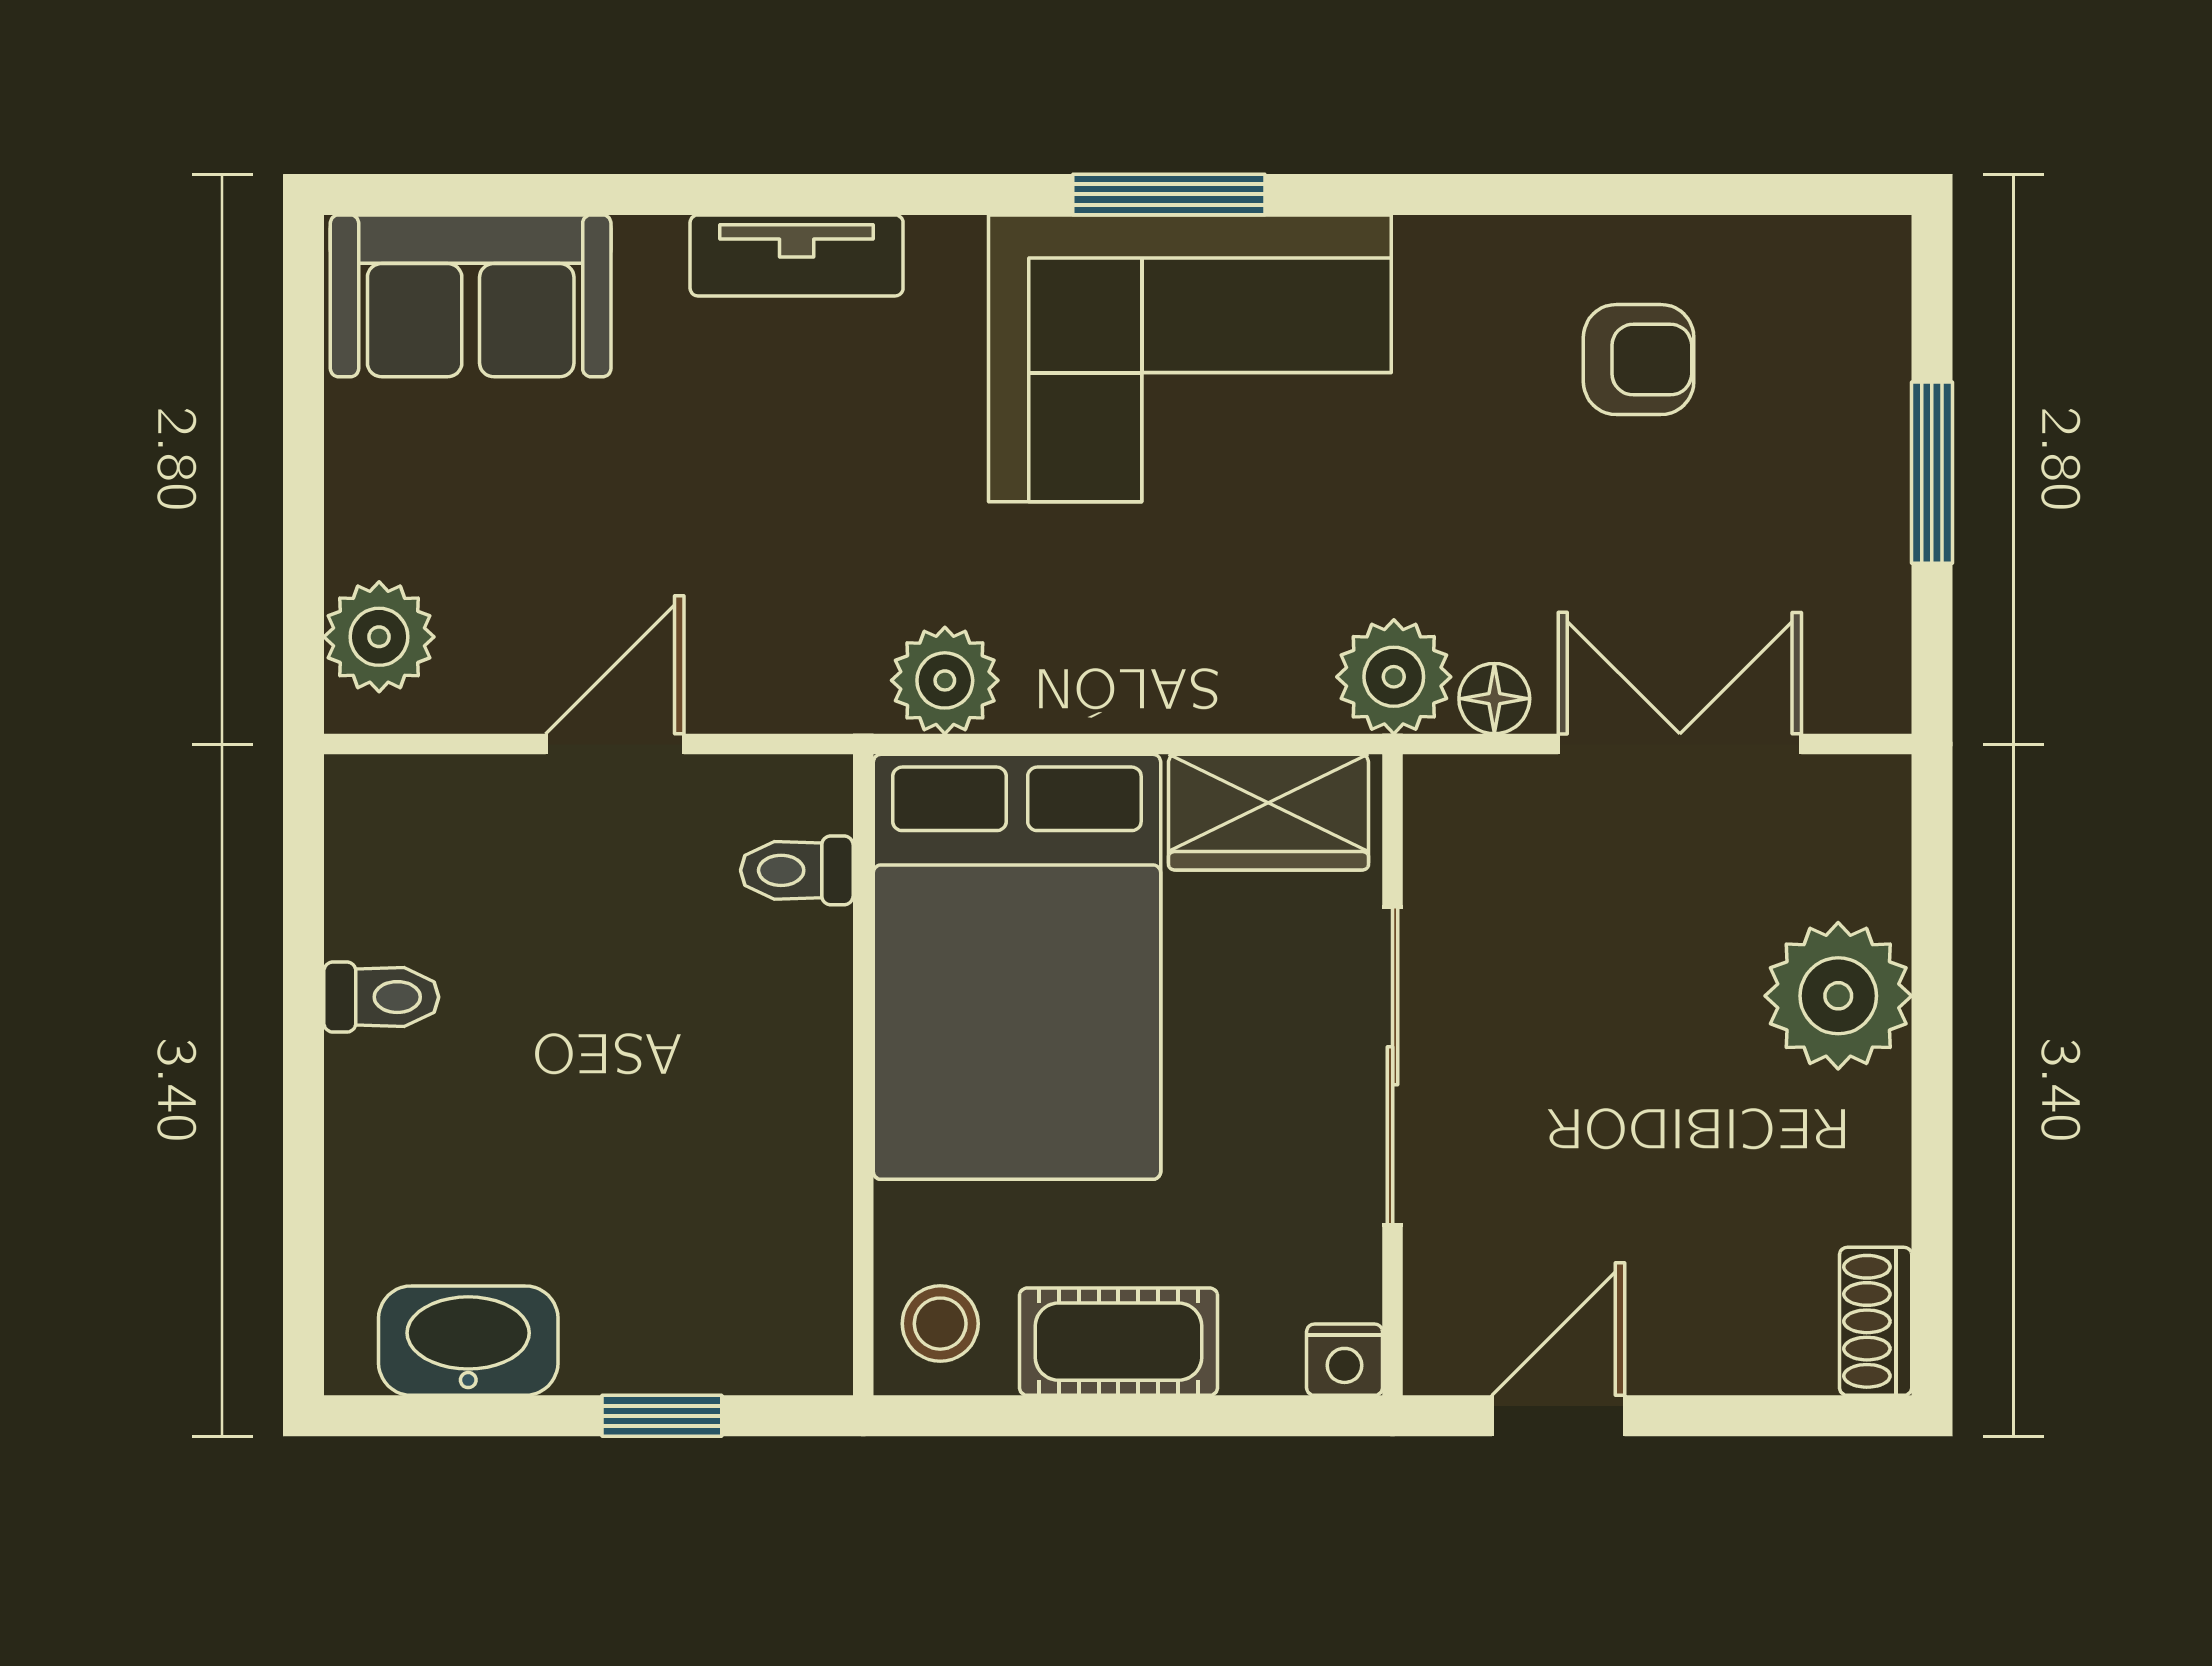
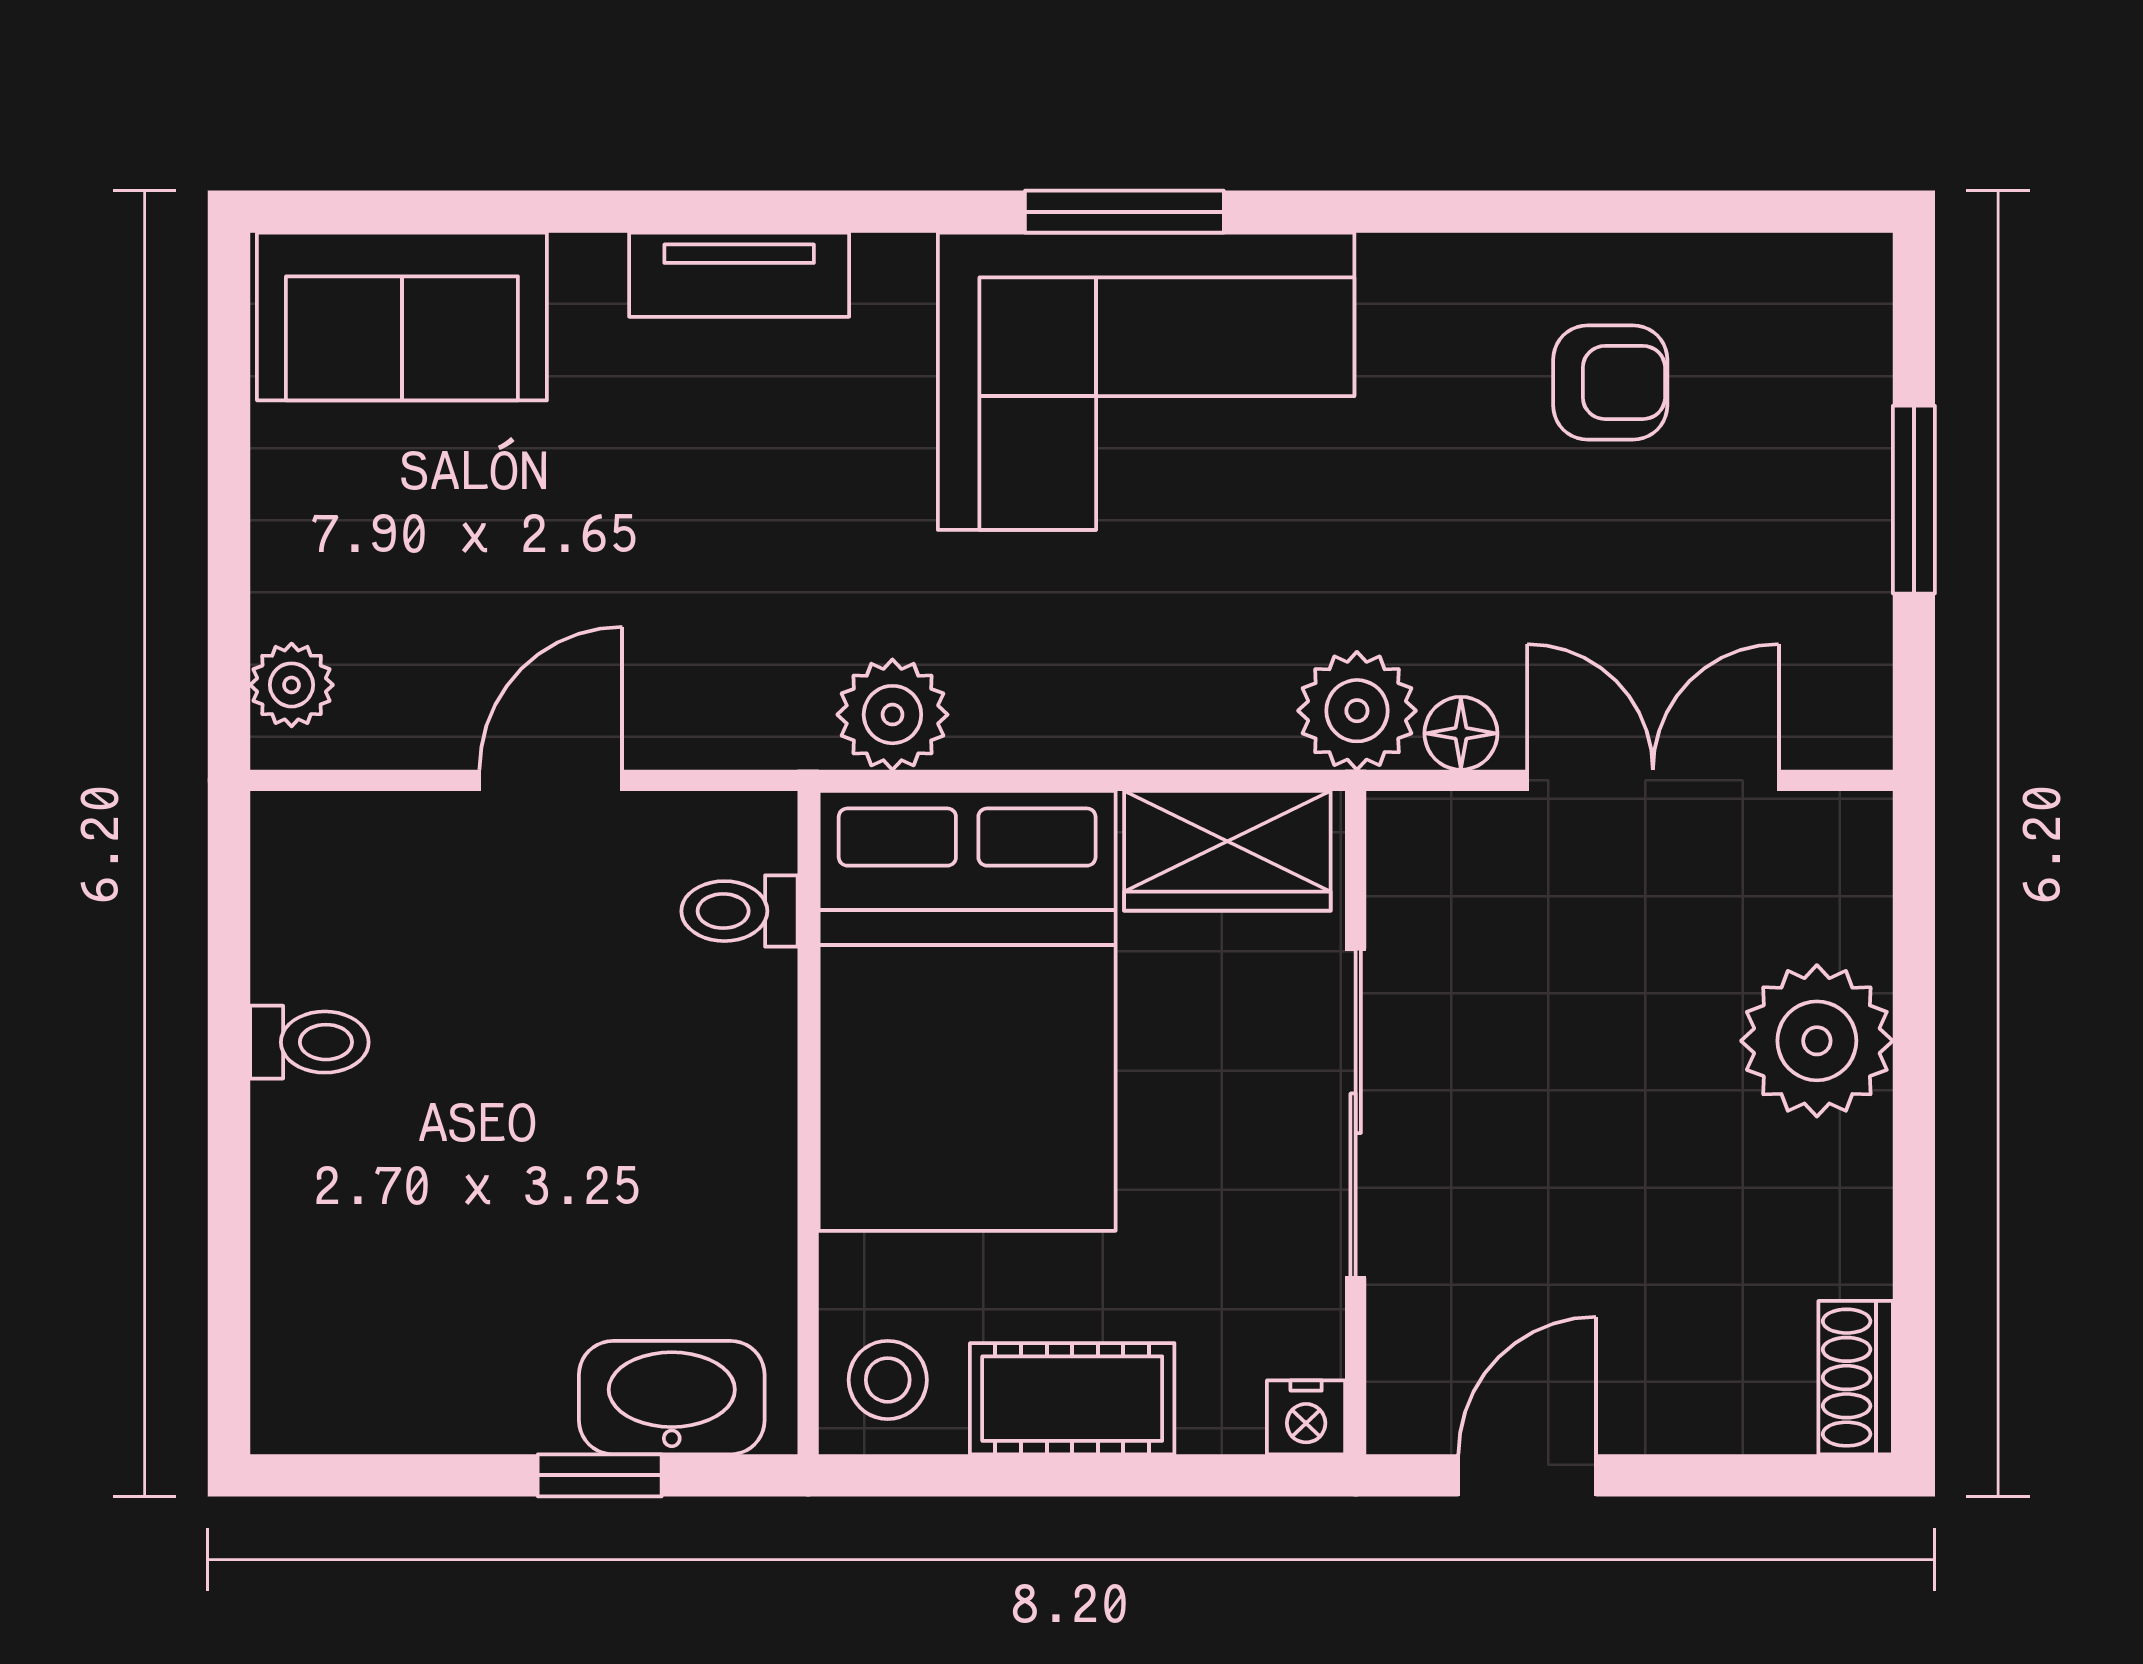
plant: (379, 637) -> (292, 685), width x0.73, depth x0.73
washbasin: (468, 1341) -> (672, 1398), moved

